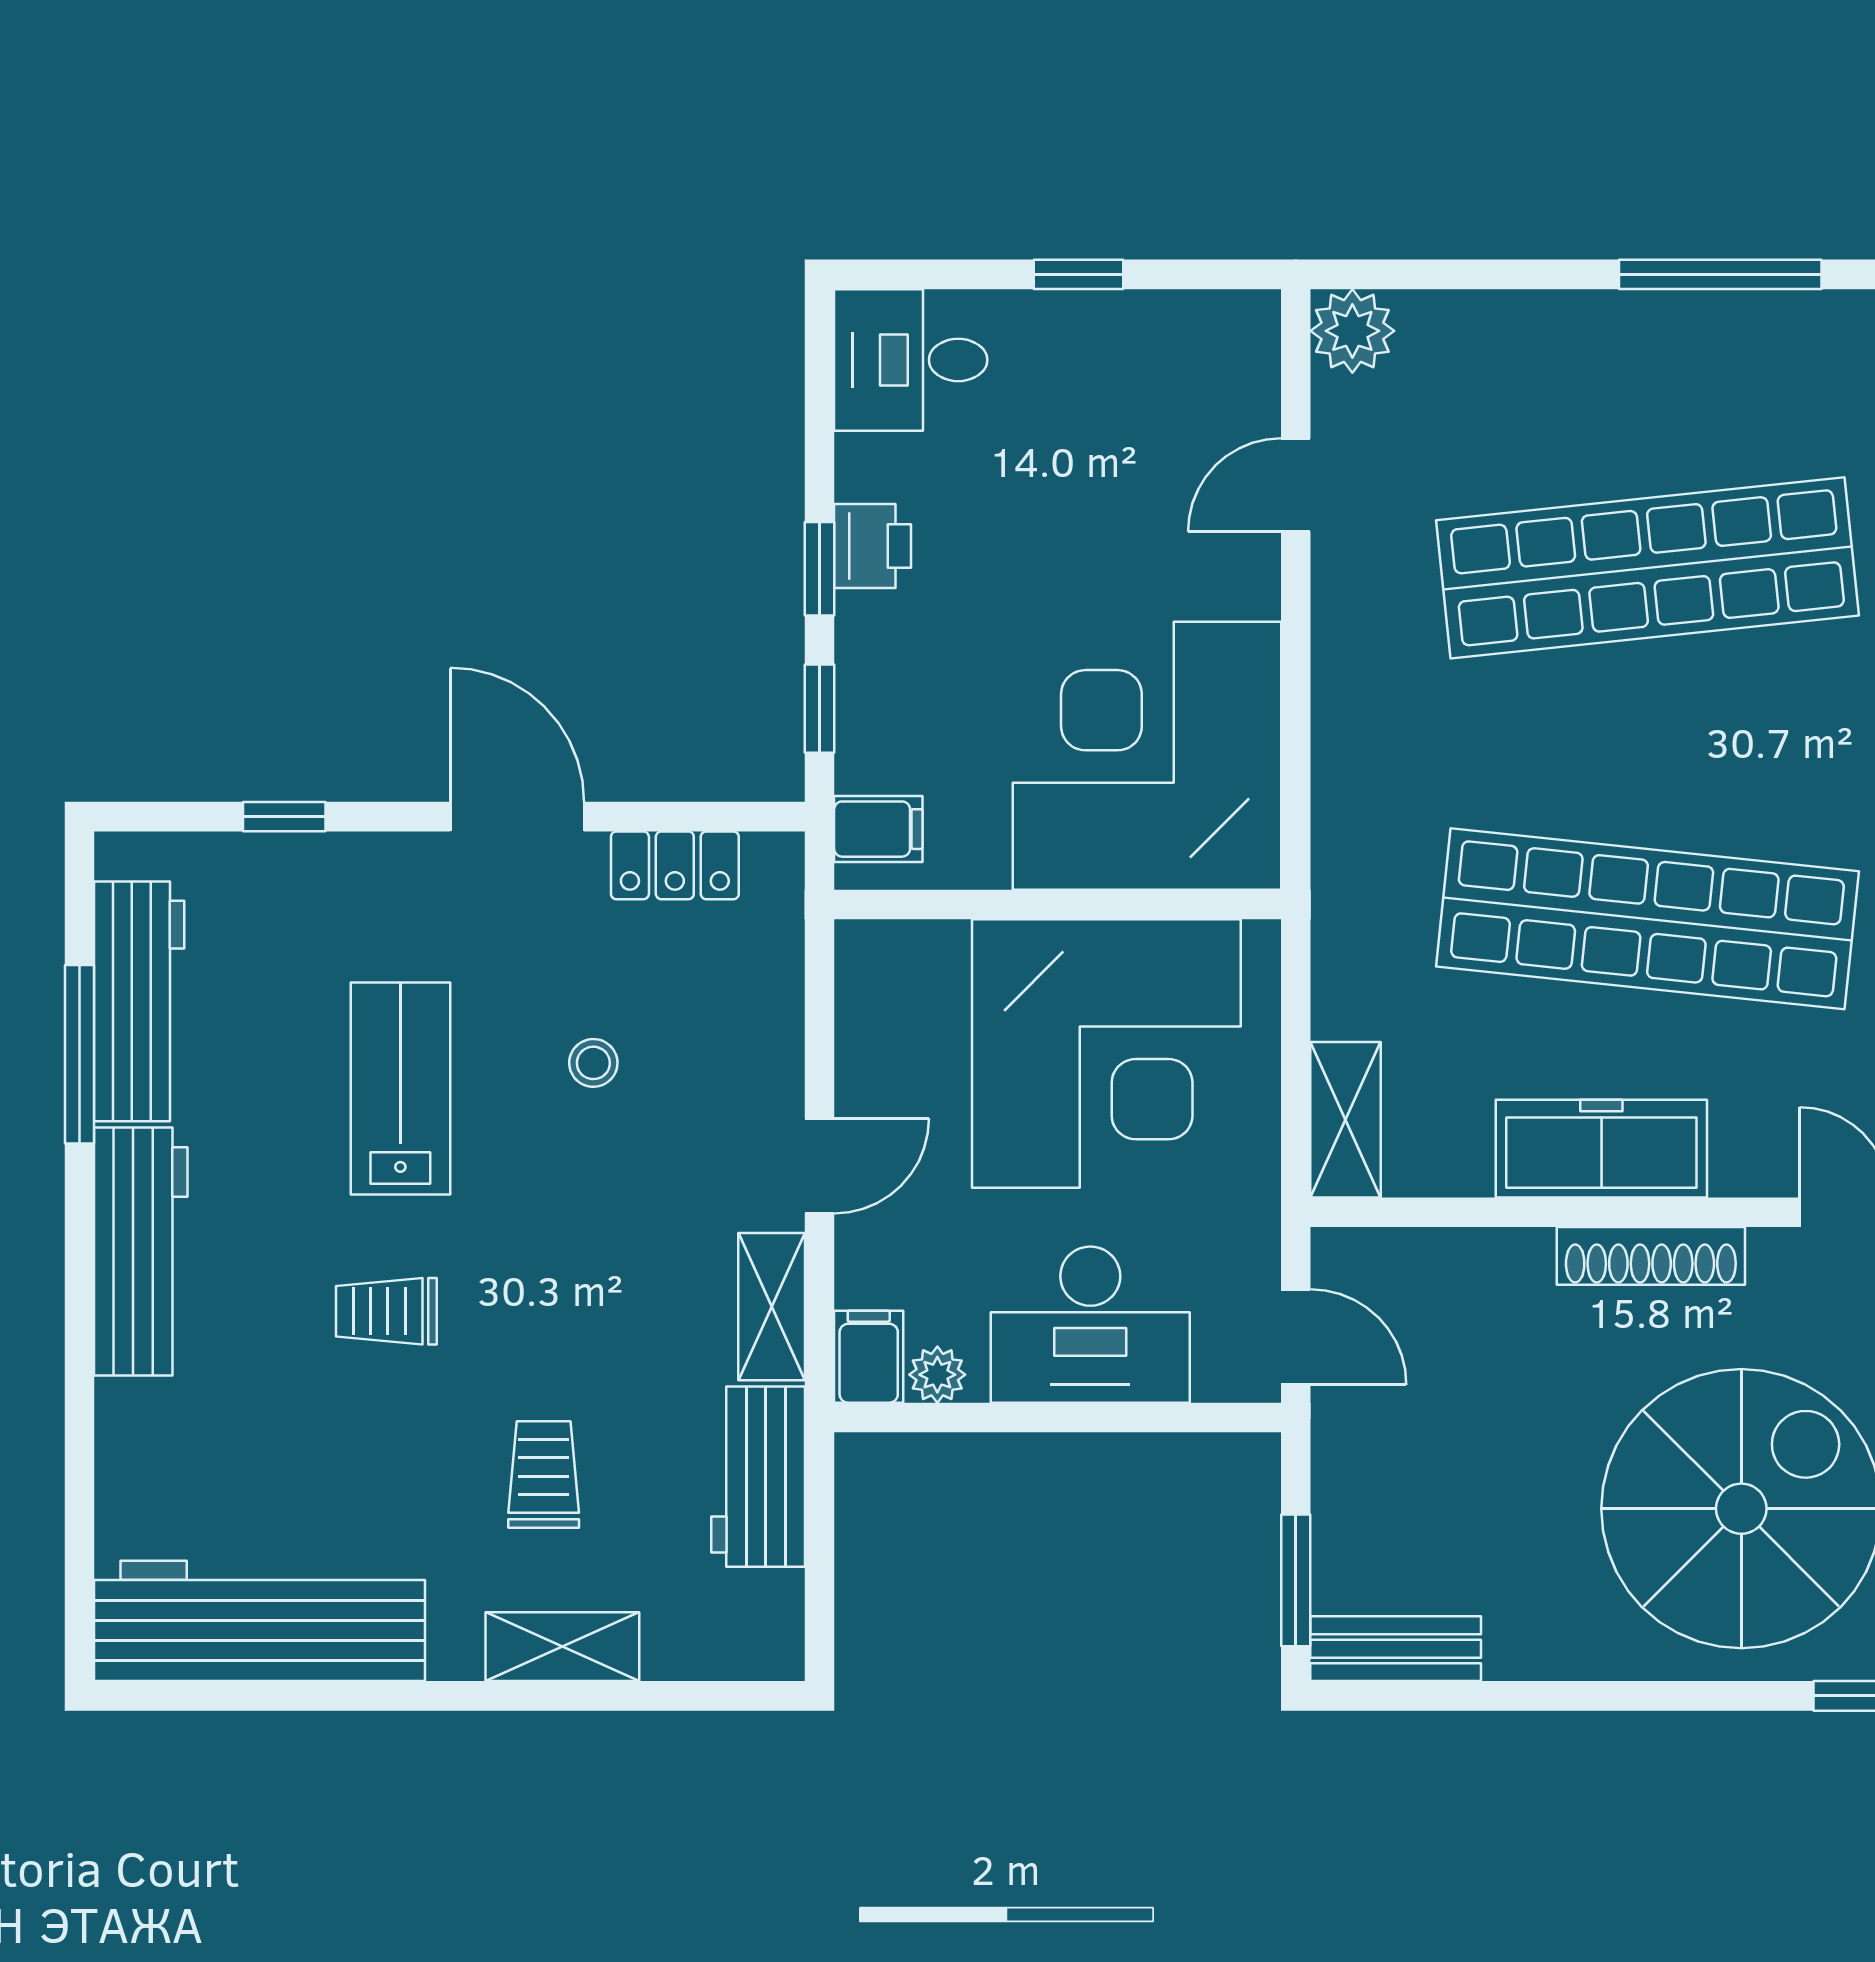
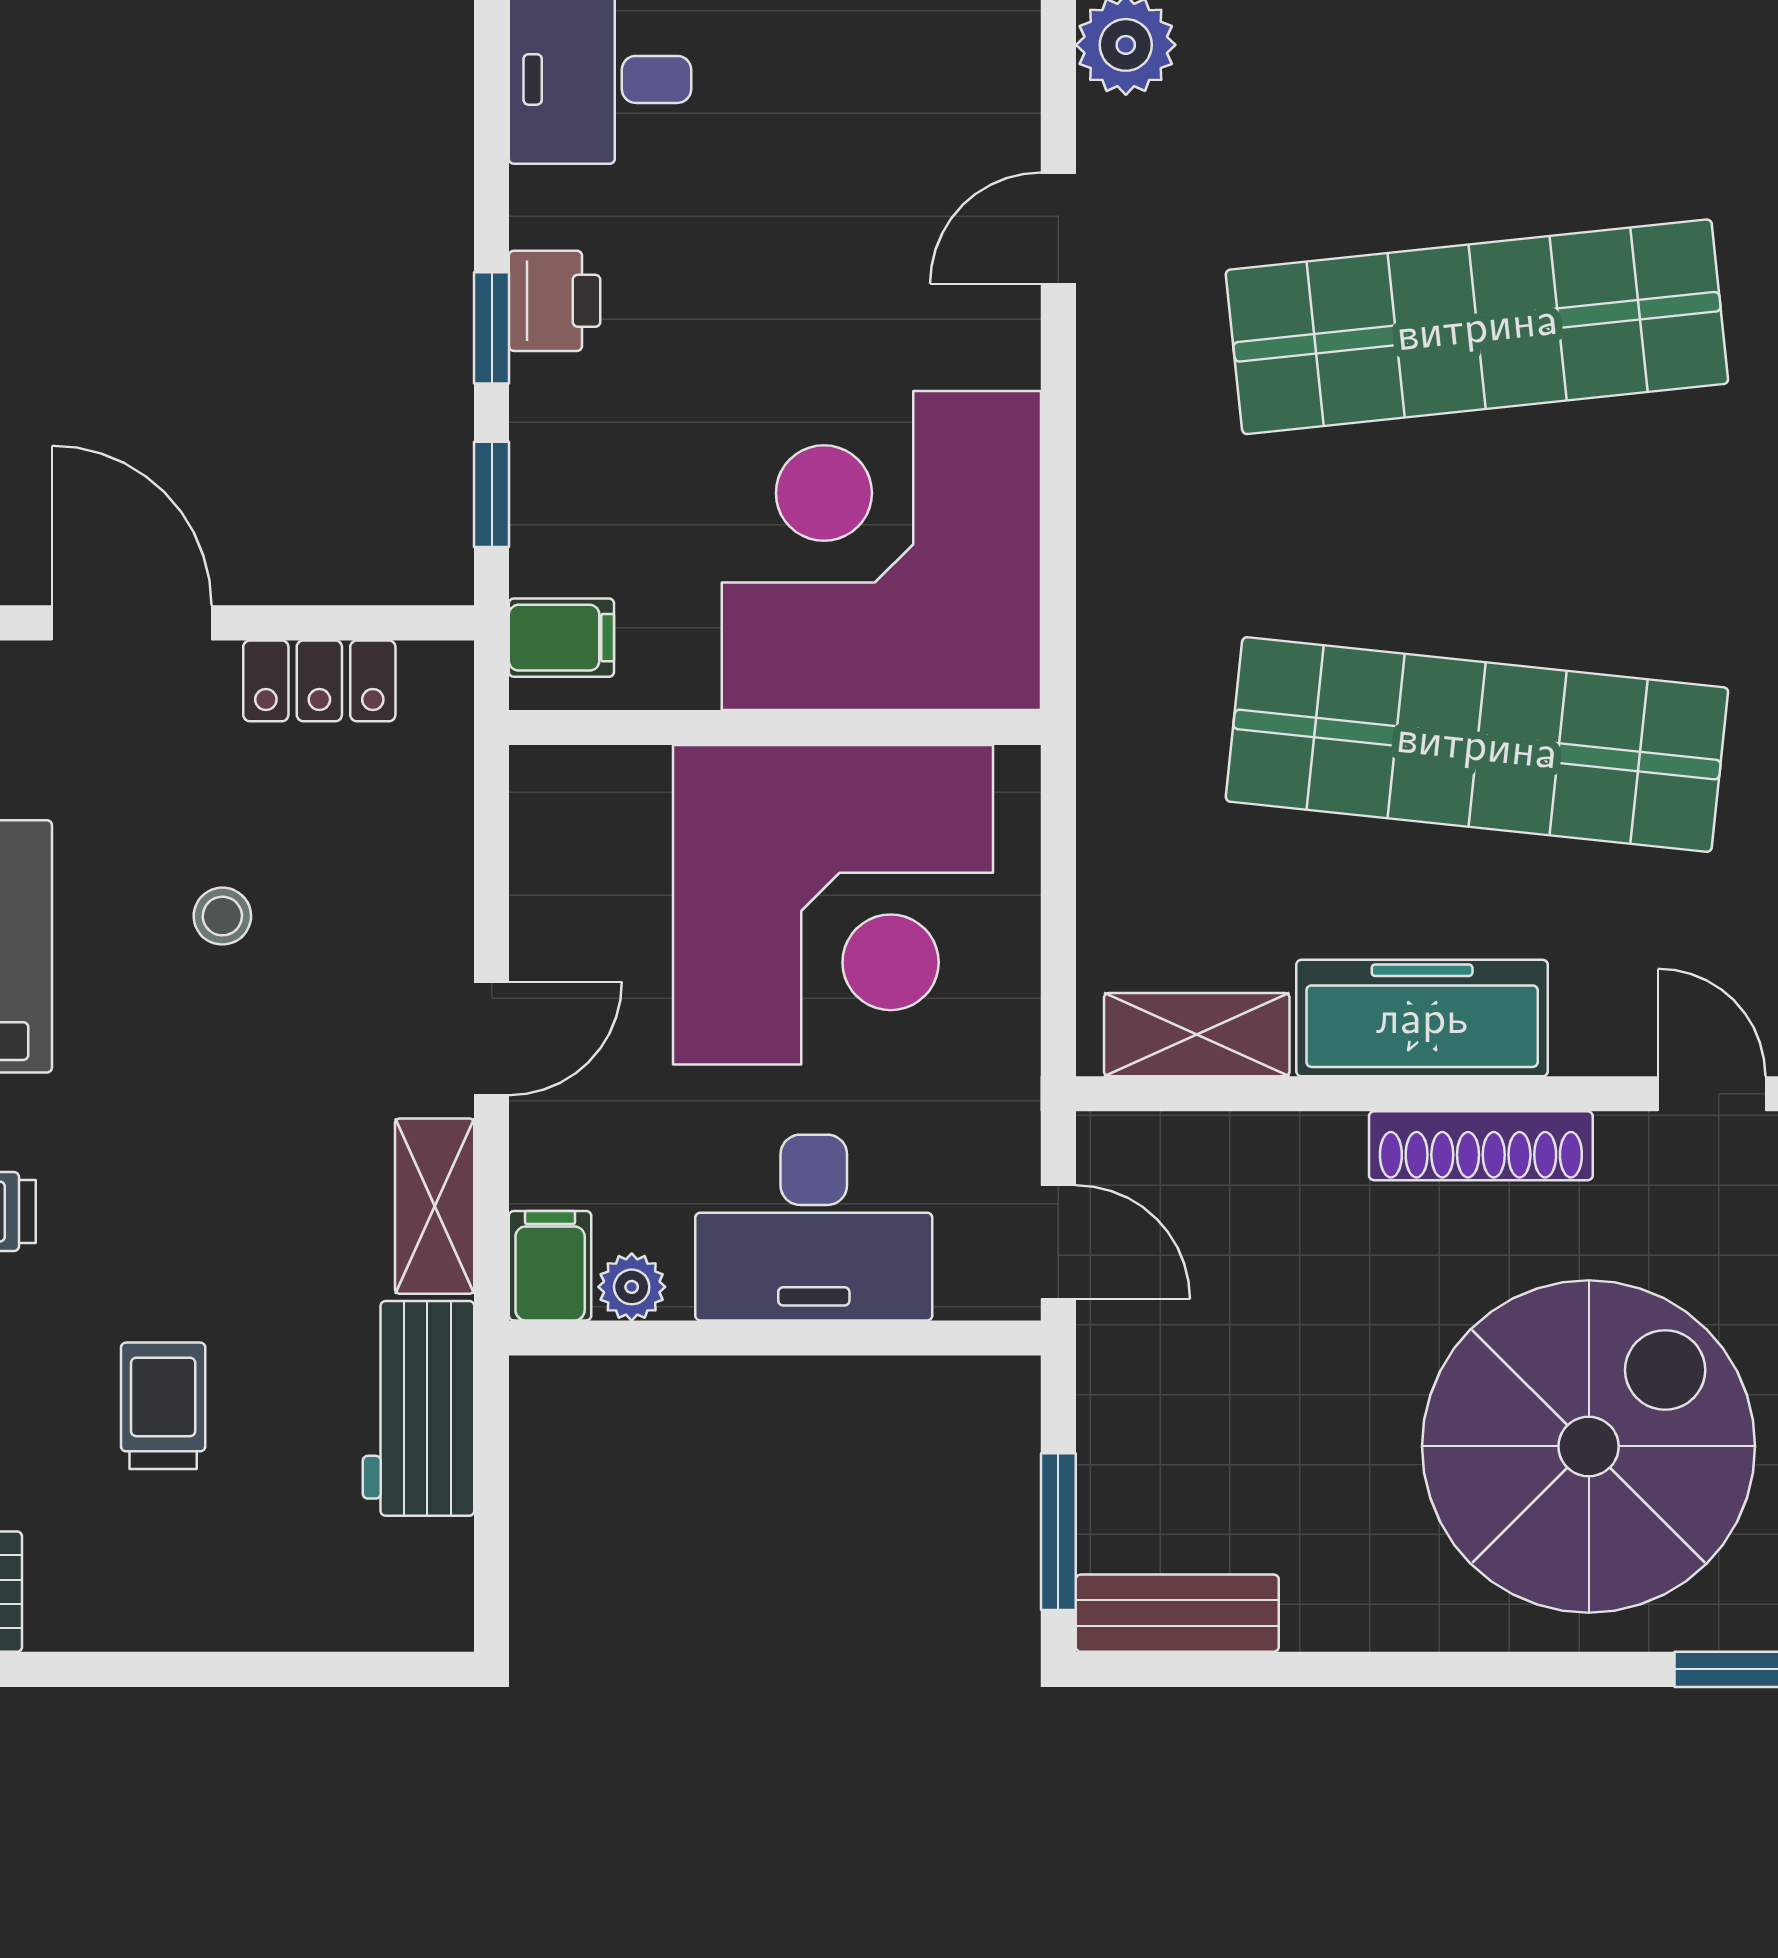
shelving: (1345, 1120) -> (1197, 1035), moved, turned 90
shelving: (562, 1647) -> (186, 1611), removed

